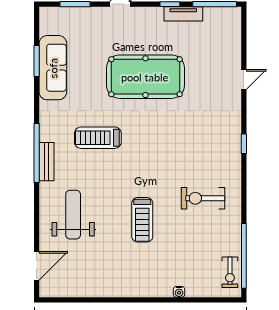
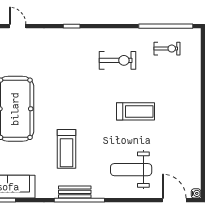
bench: (47, 162) -> (75, 192), moved
exercise bike: (203, 198) -> (117, 60), turned -90
exercise bike: (230, 272) -> (167, 49), moved
water cooler: (179, 292) -> (196, 193), moved

